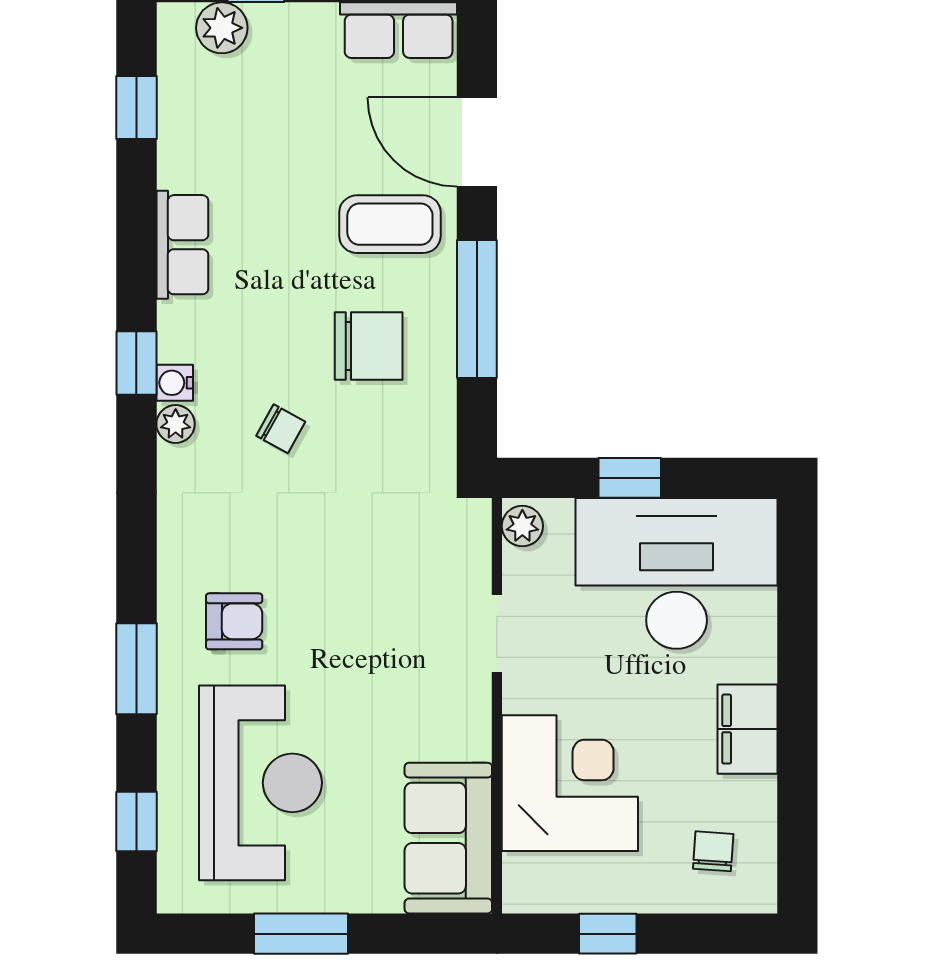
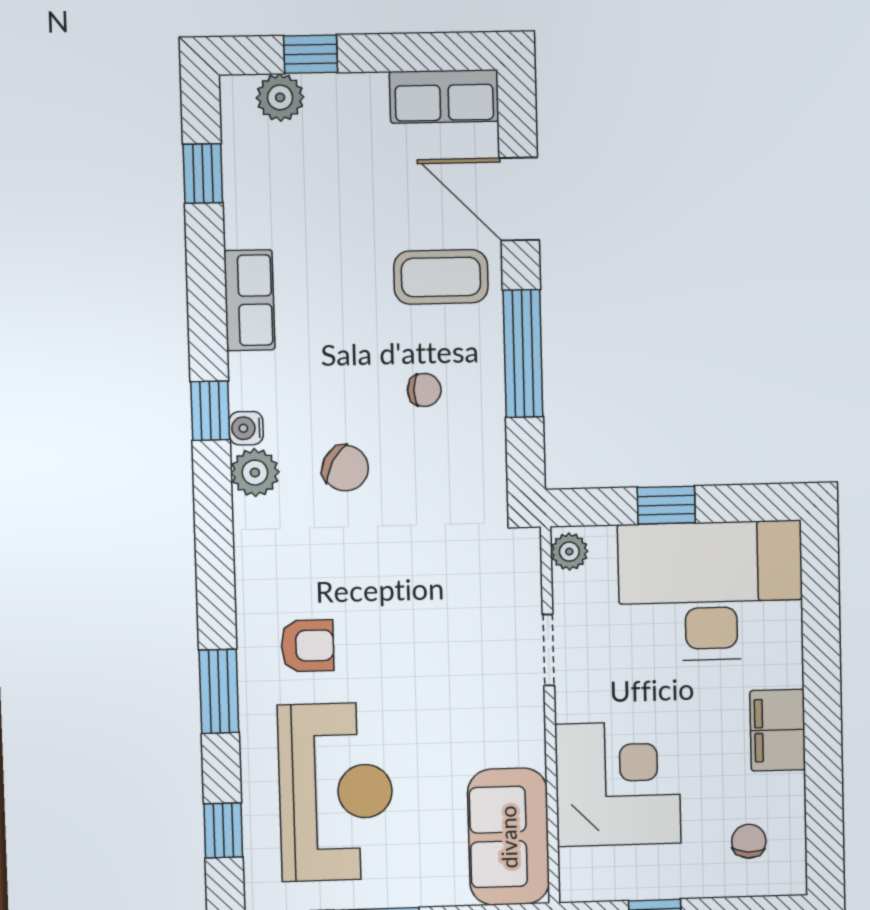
chair: (369, 346) -> (424, 390), width x0.54, depth x0.54
plant: (176, 424) -> (255, 473), width x1.38, depth x1.38
chair: (281, 429) -> (345, 468), width x1.37, depth x1.37

